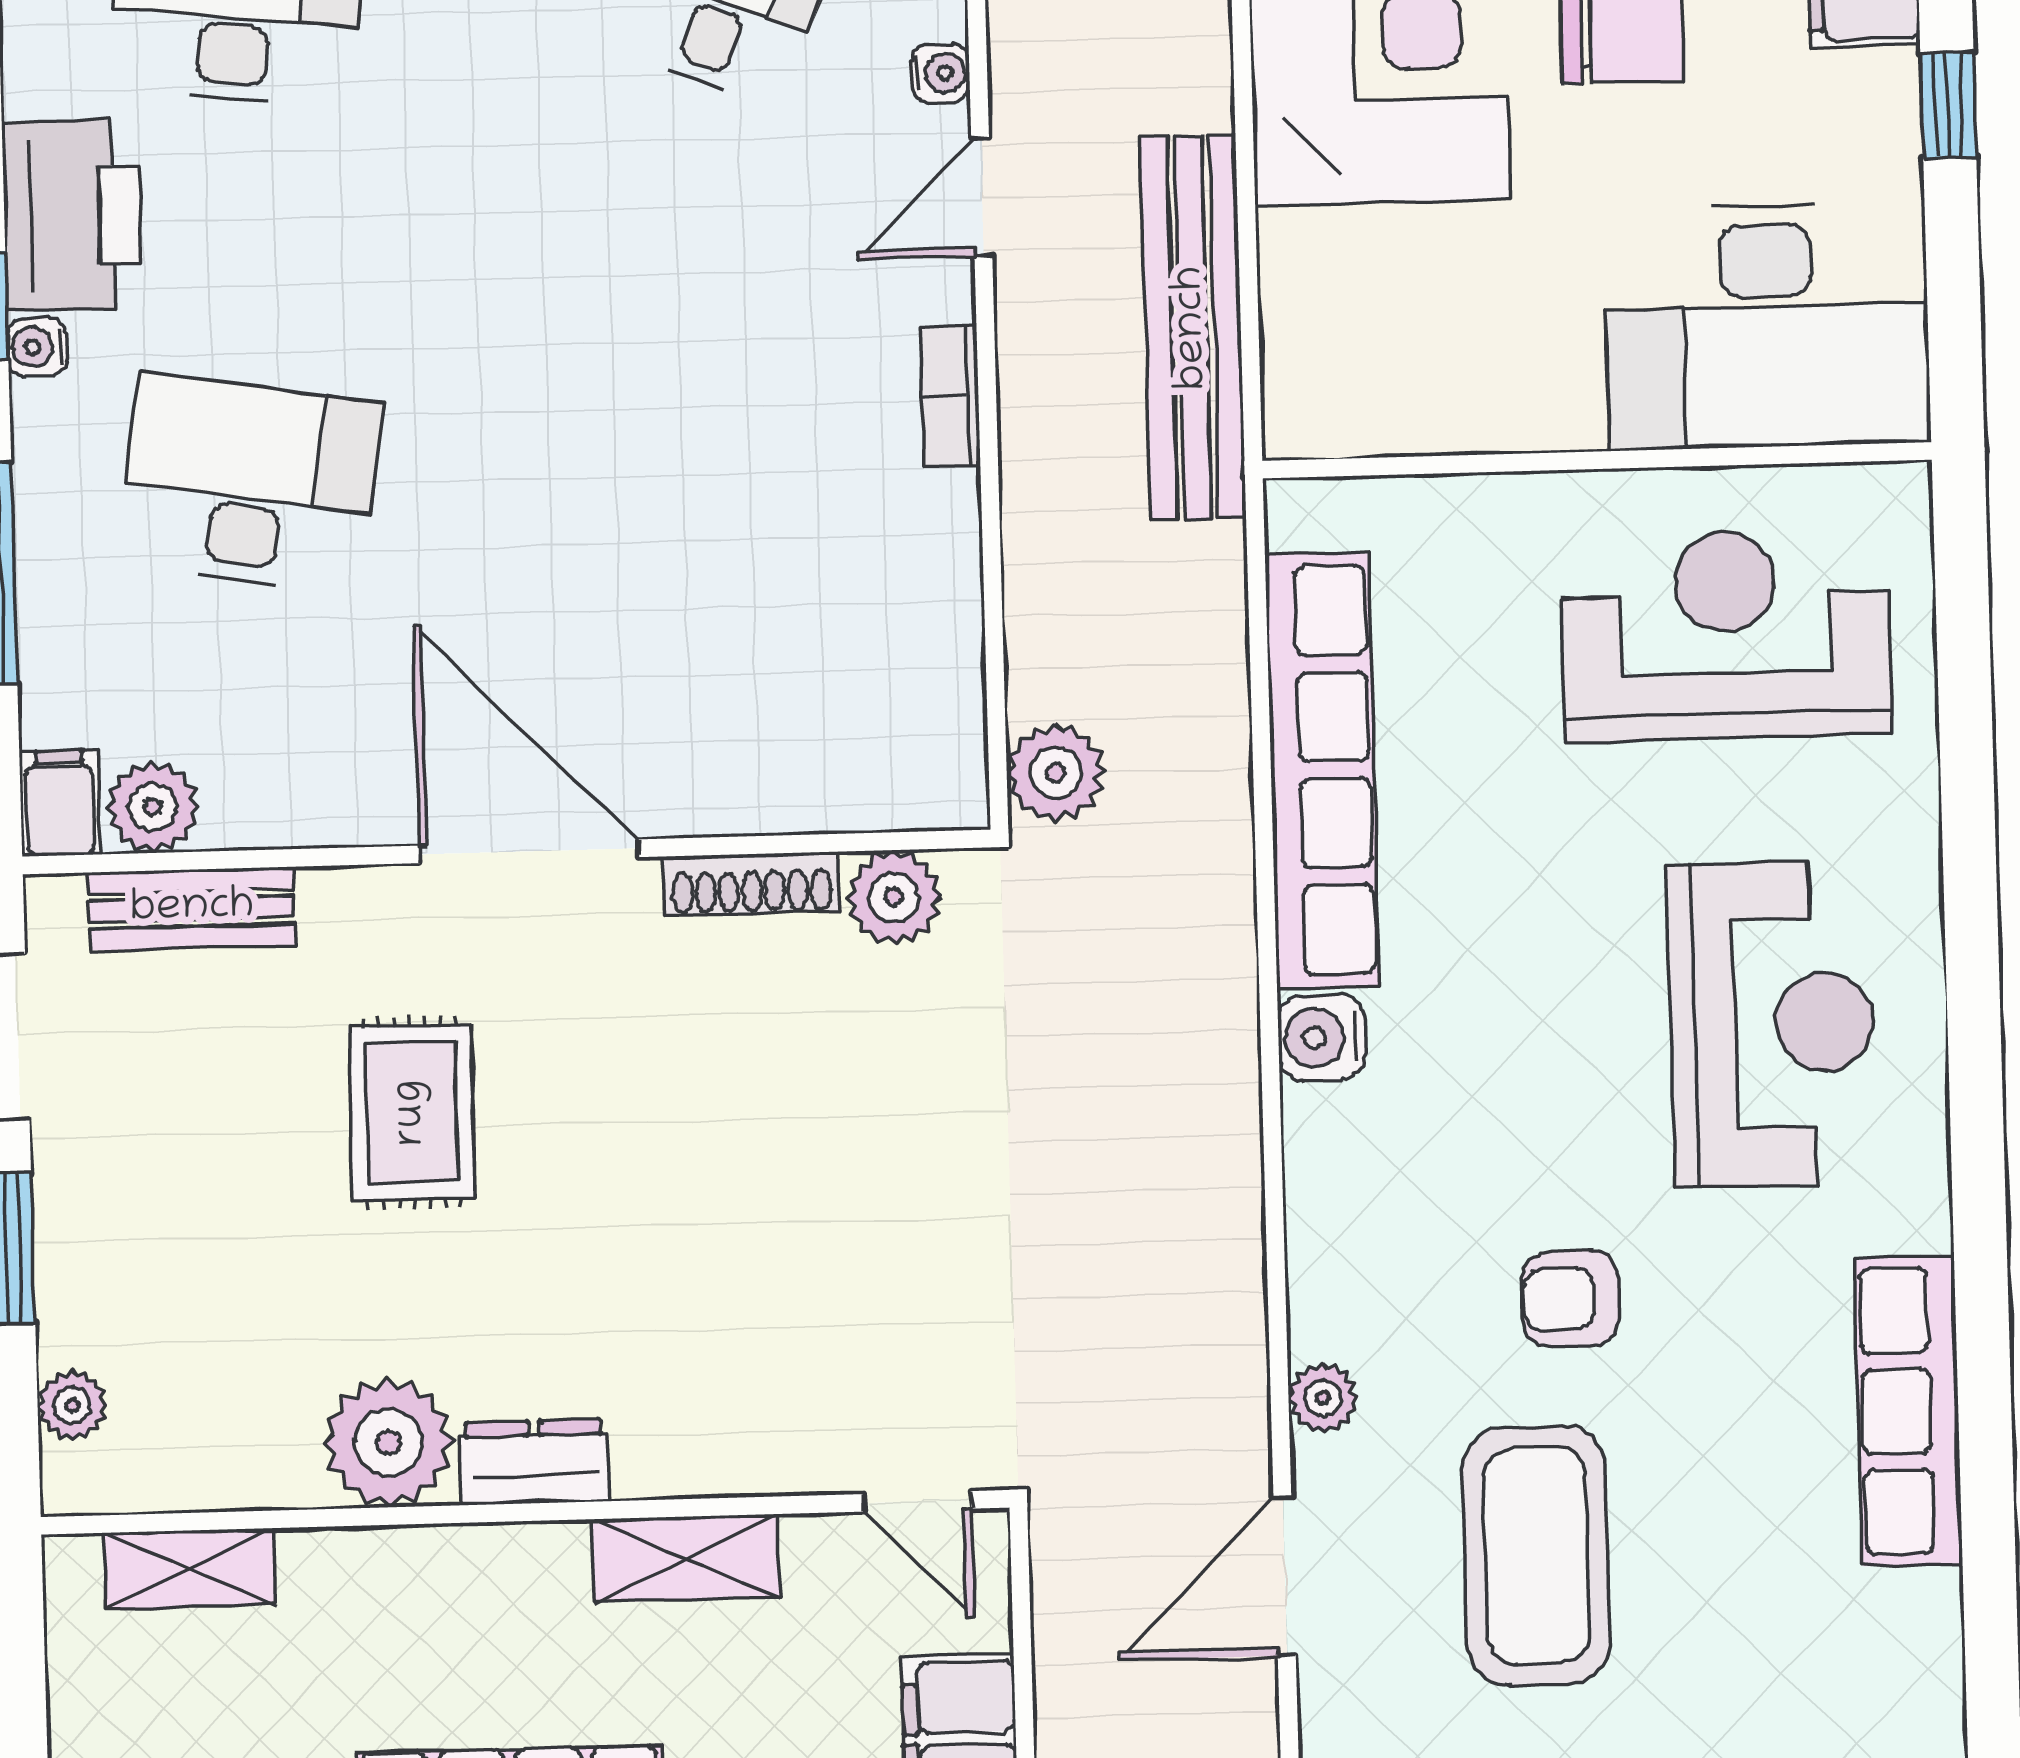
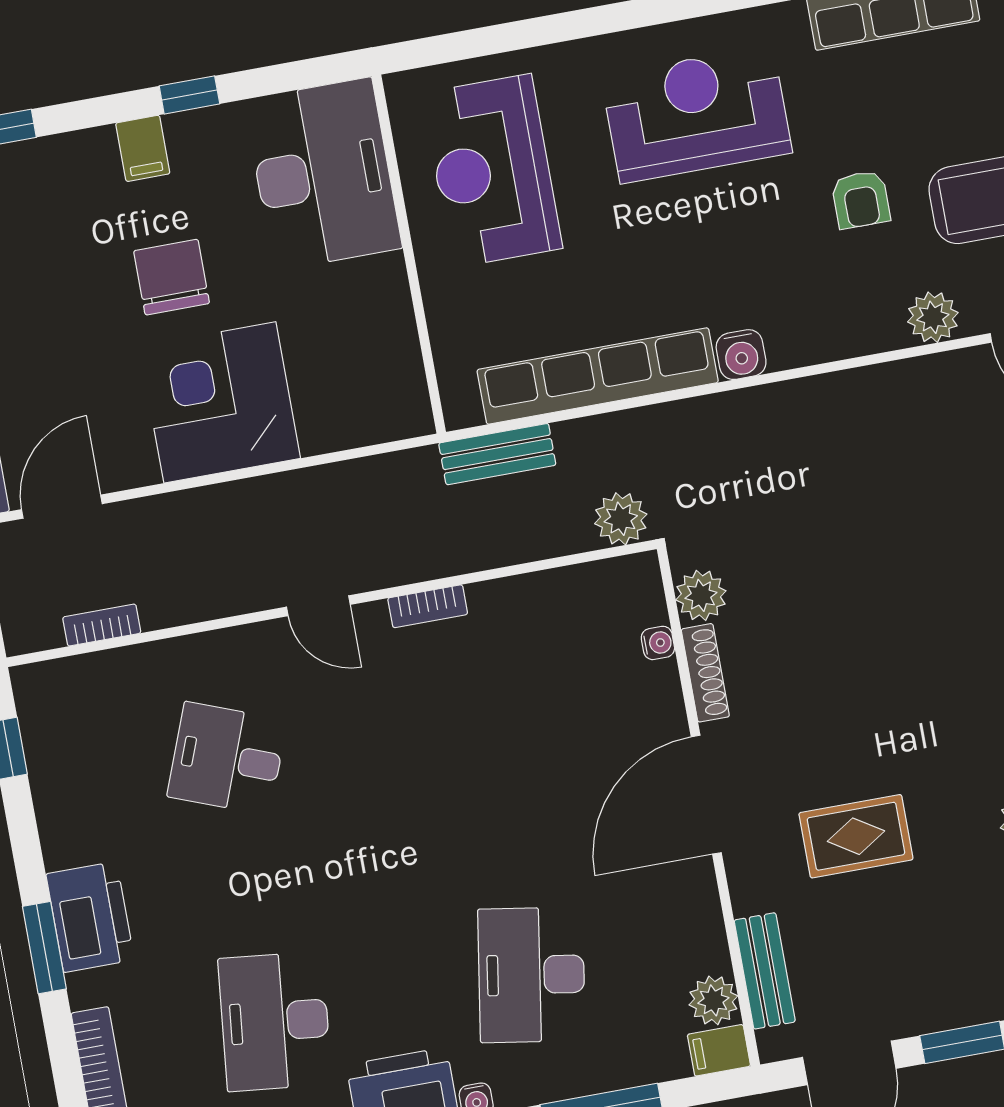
water cooler: (941, 73) -> (658, 643), moved, turned 90
bench: (1193, 328) -> (497, 454), moved, width x0.54, depth x0.82
plant: (1323, 1398) -> (933, 317), width x1.38, depth x1.38

